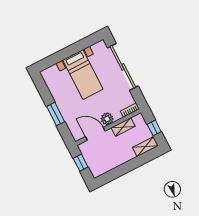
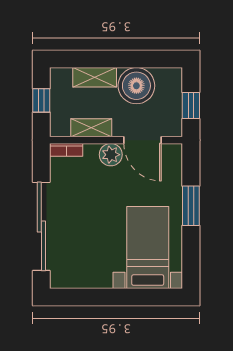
bed with nightstands: (83, 75) -> (148, 248), moved
shelving: (145, 147) -> (95, 77), moved
boiler: (112, 159) -> (136, 86), added

